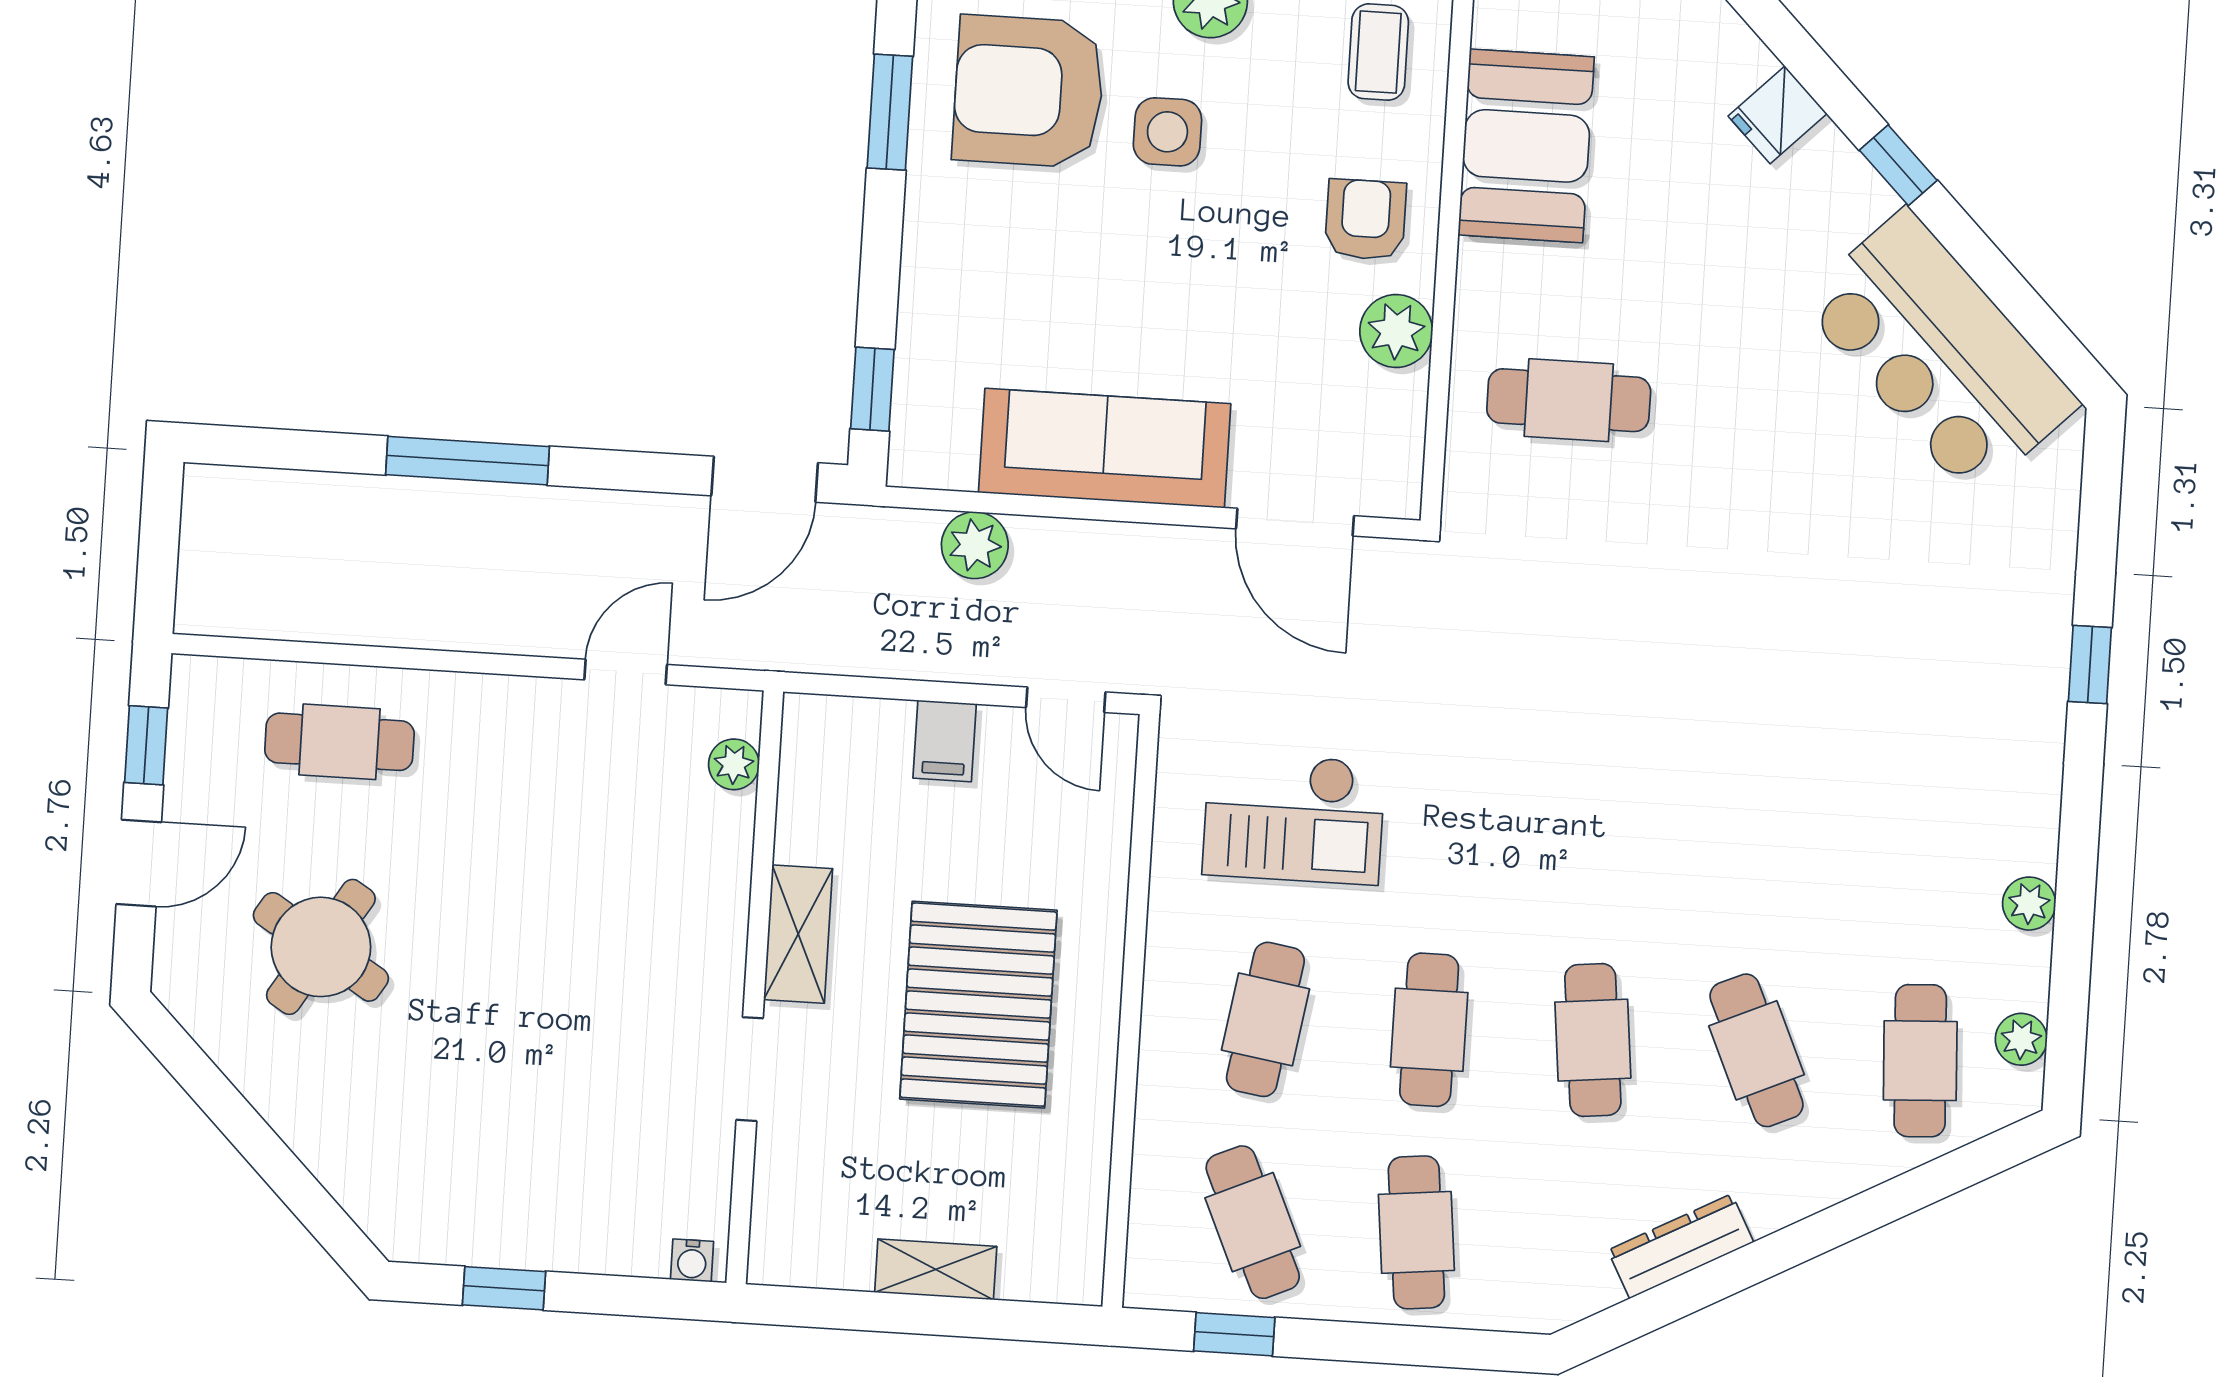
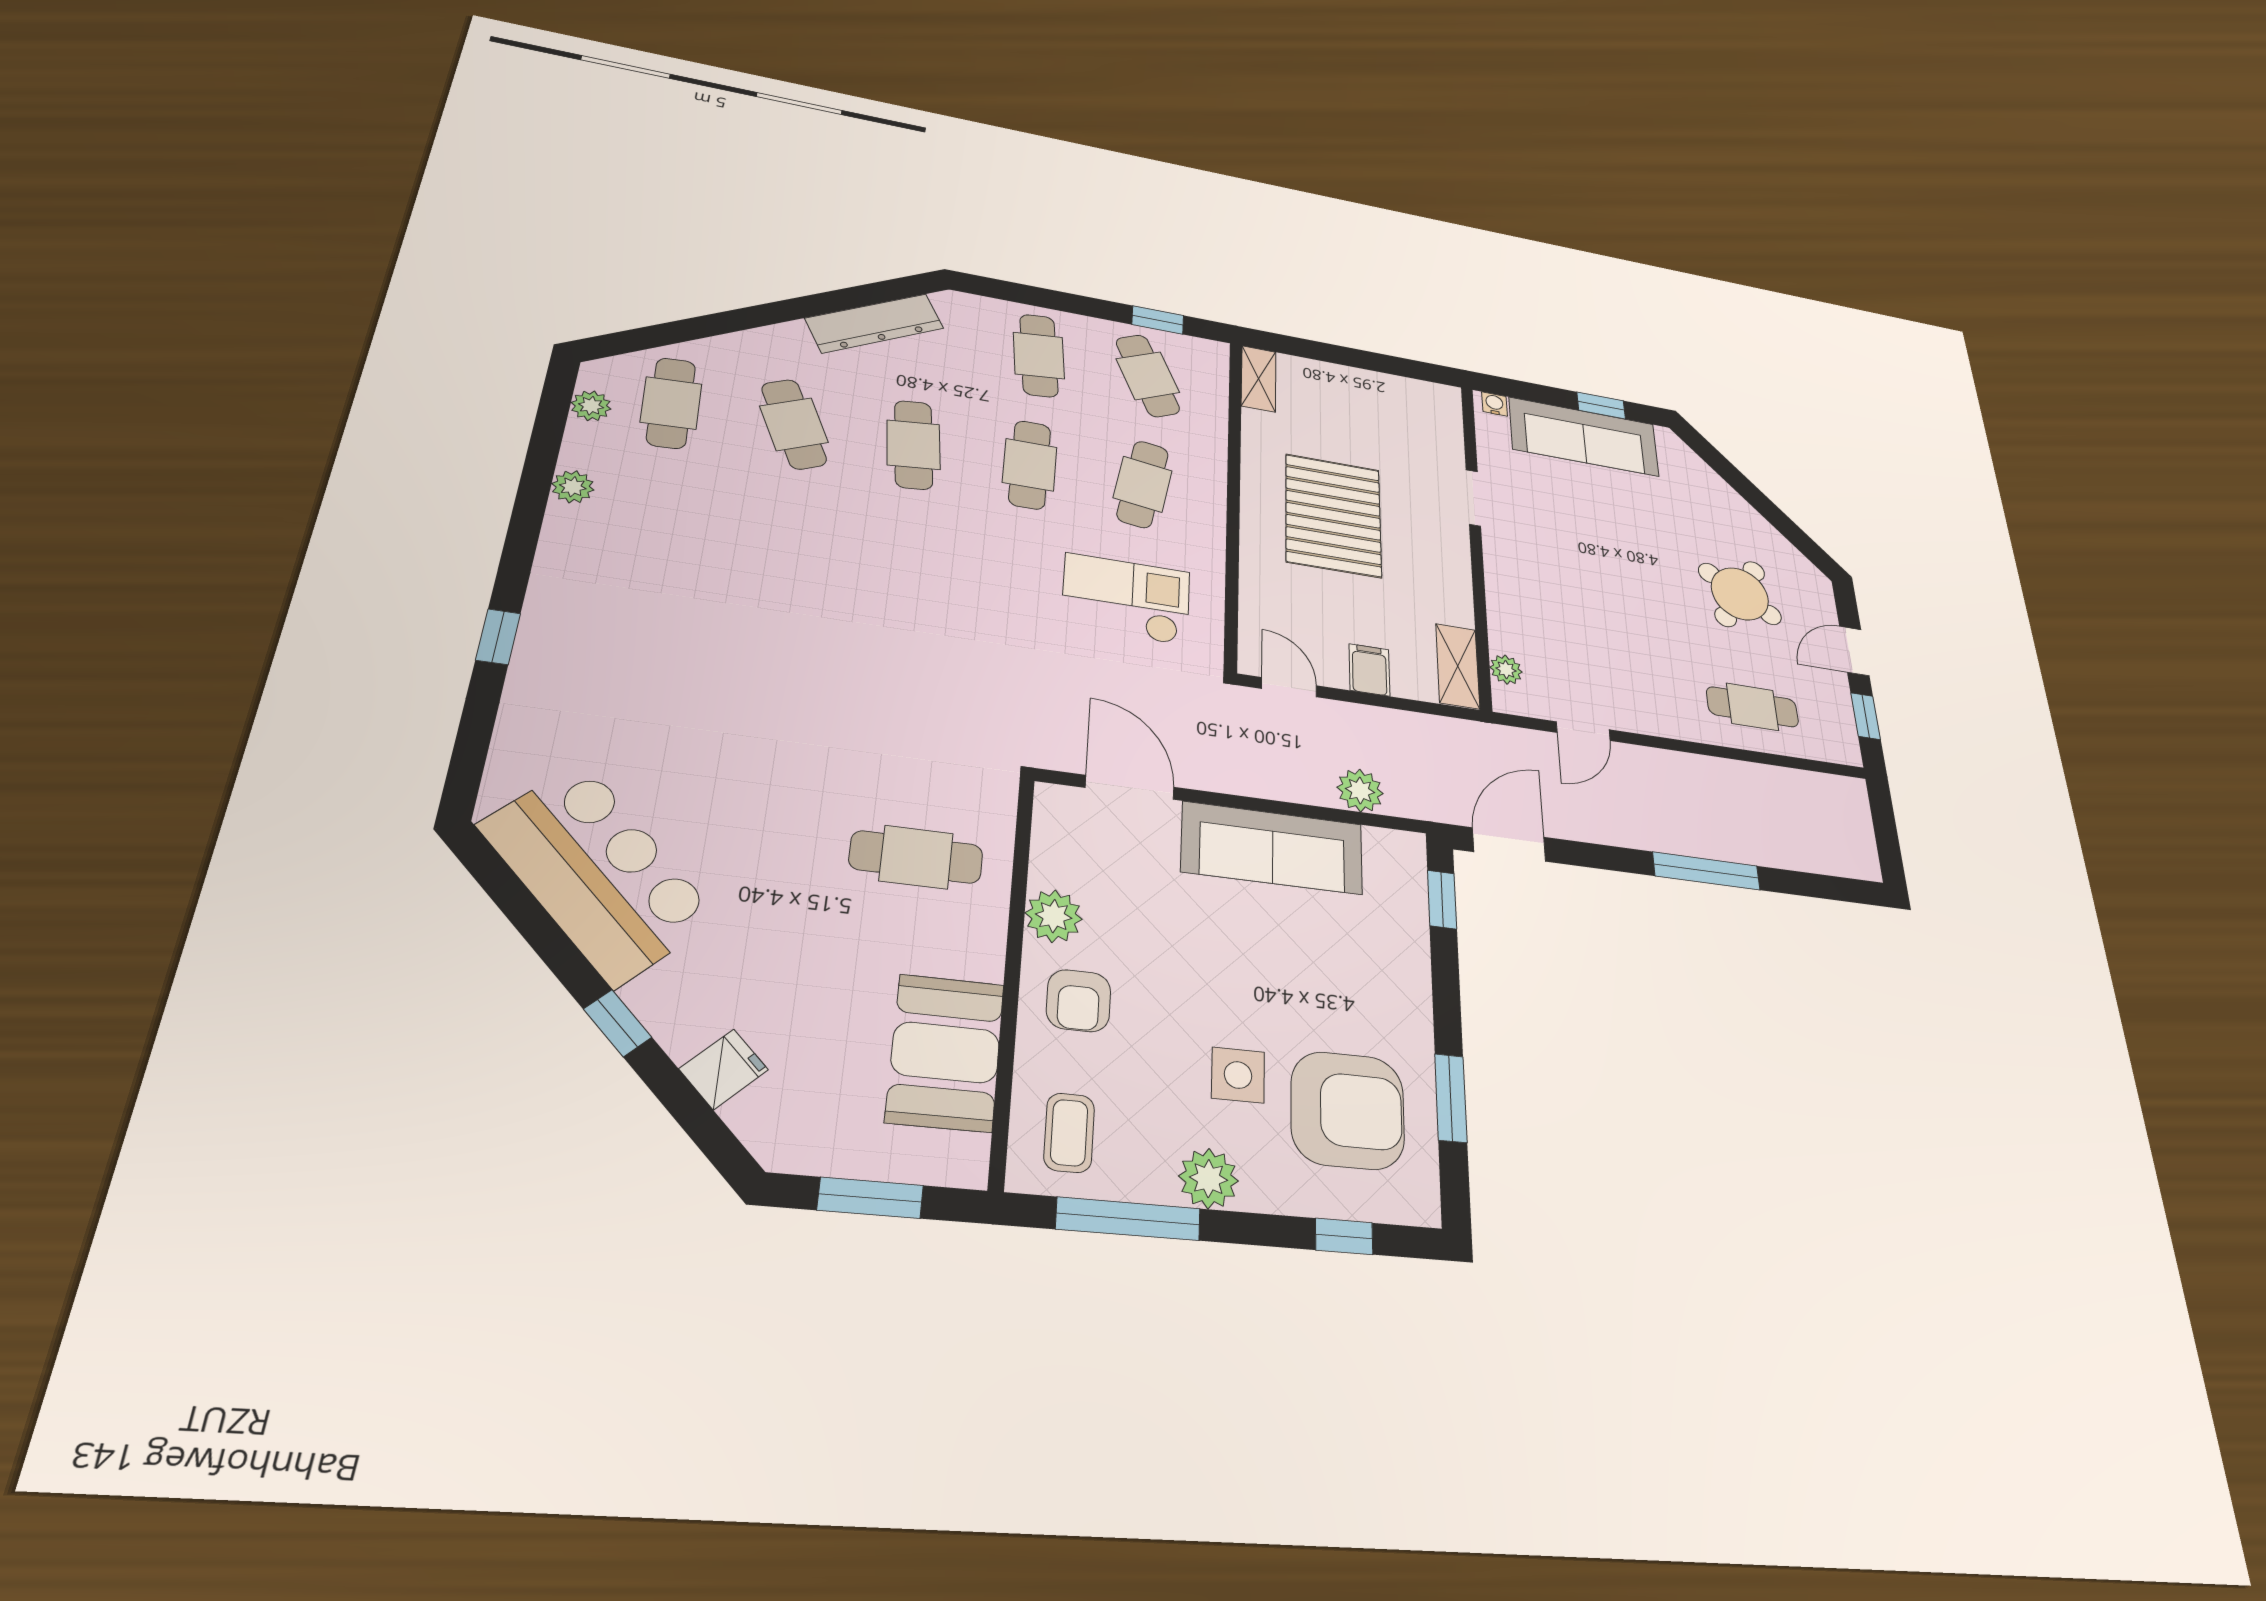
shelving: (798, 934) -> (1458, 666), moved
sofa: (544, 1219) -> (1584, 437), added
dresser: (1681, 1246) -> (875, 323), width x1.37, depth x1.24
shelving: (936, 1269) -> (1259, 379), moved, turned 90

